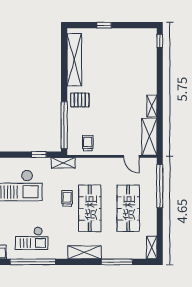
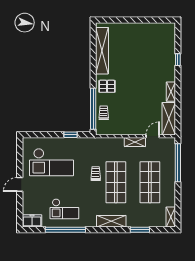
window: (104, 25) -> (128, 20), removed
window: (160, 41) -> (178, 60), moved
trolley: (88, 143) -> (104, 113), moved
door: (131, 156) -> (153, 136), swing flipped
shelving: (63, 163) -> (135, 142), moved
window: (117, 262) -> (140, 230), width x0.69

